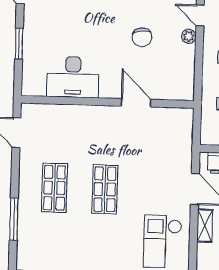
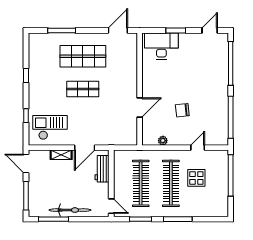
plant: (189, 36) -> (163, 141), moved
desk: (73, 77) -> (161, 46), moved, turned 90
shop shelf: (54, 188) -> (83, 56), width x1.43, depth x1.36

